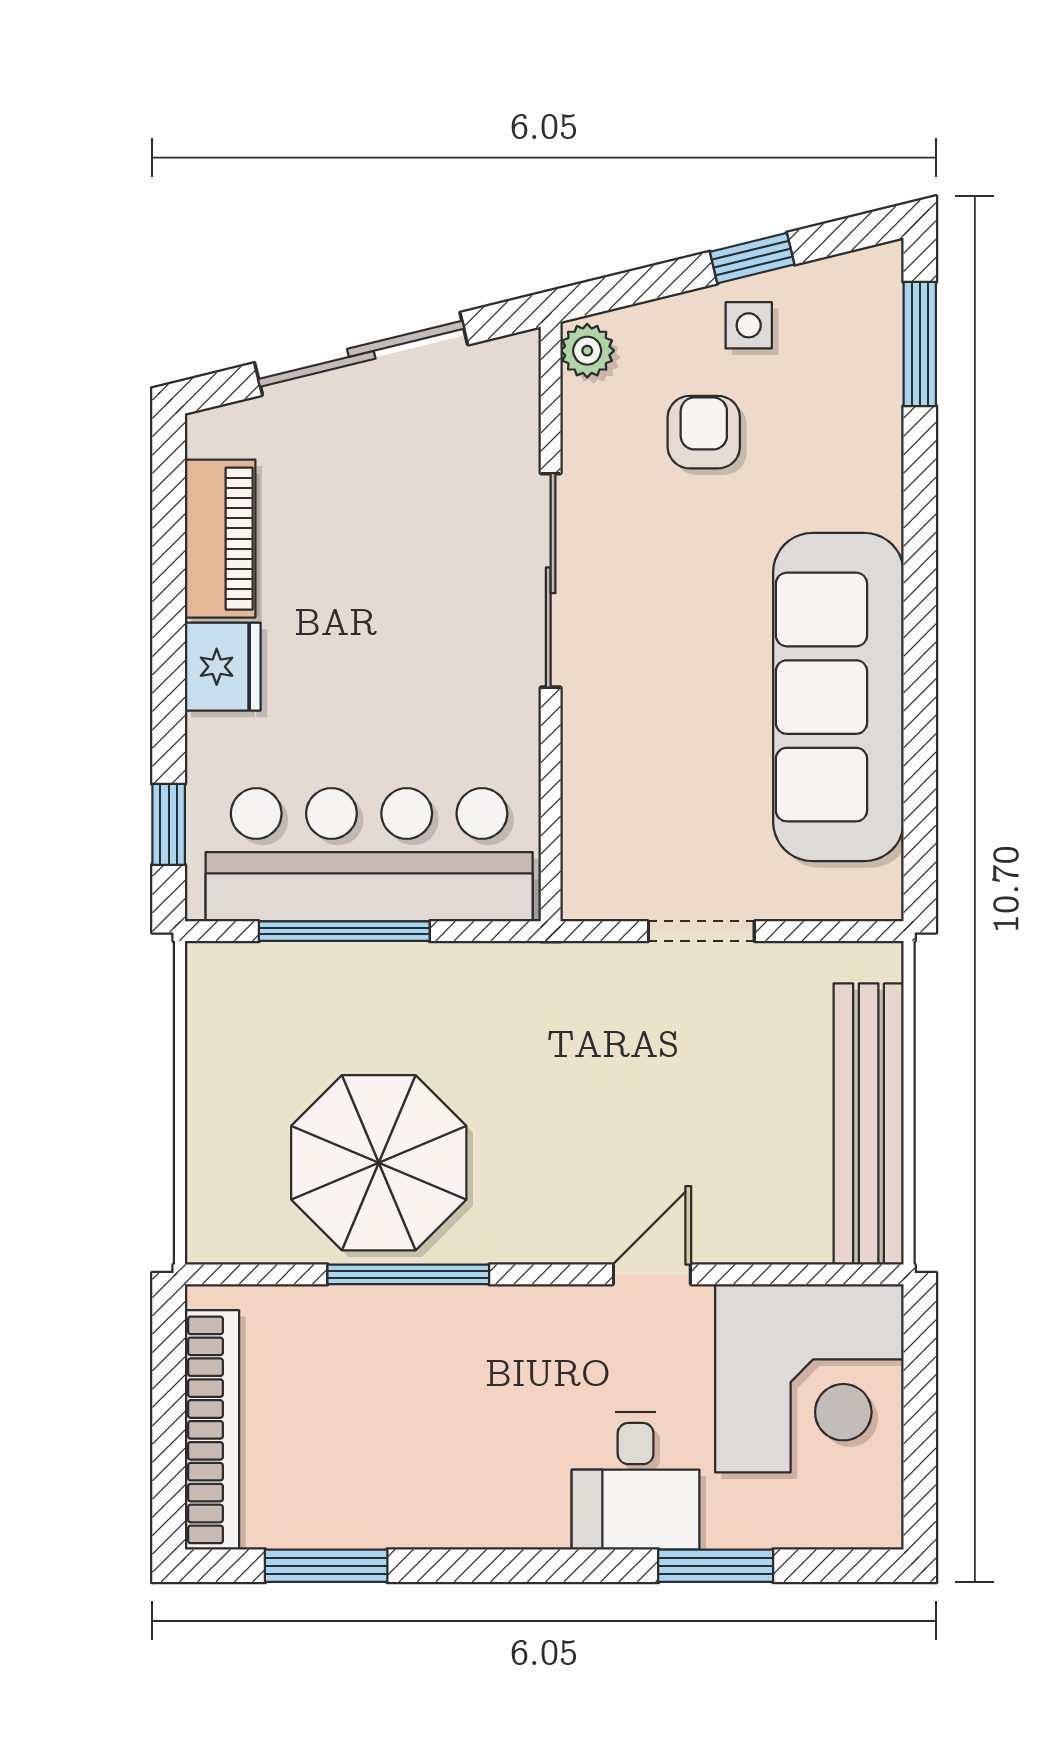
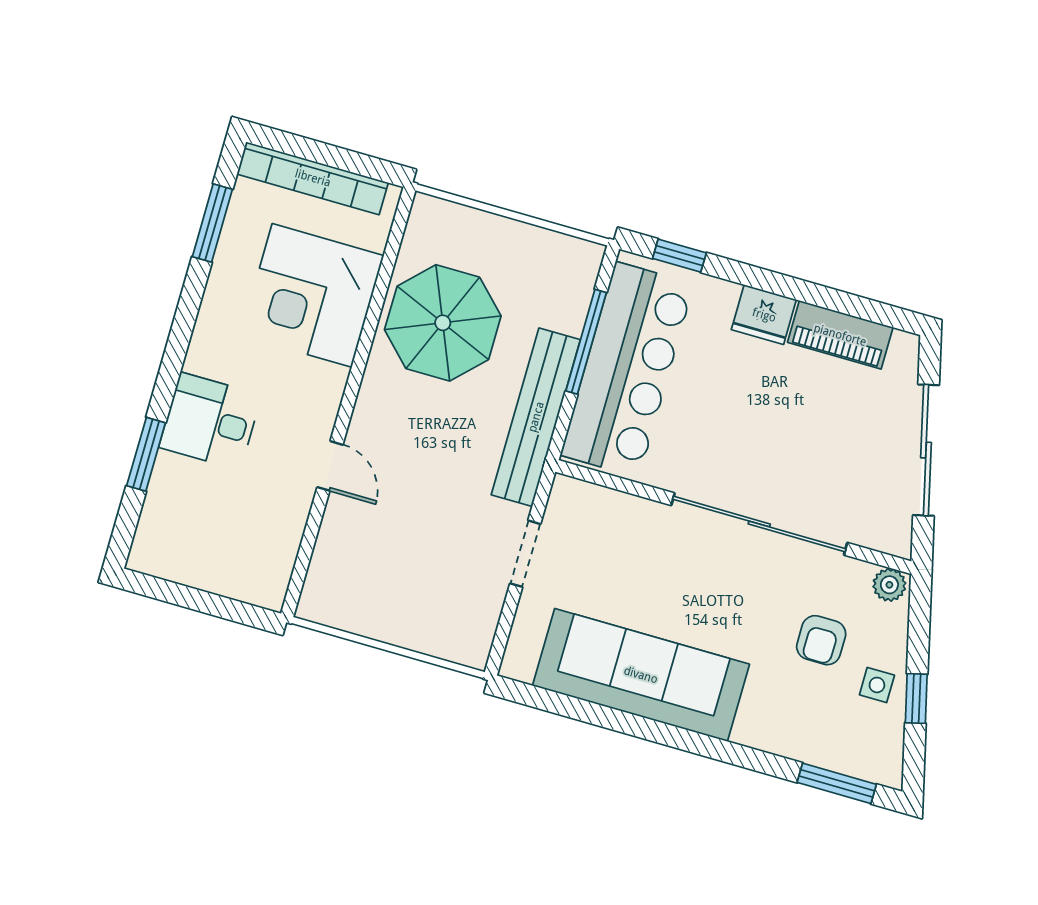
armchair: (704, 432) -> (821, 640), turned 90
sliding door: (551, 580) -> (759, 524), width x1.36
bench: (869, 1124) -> (536, 417), moved, turned 90
window: (408, 1274) -> (371, 321), removed
corner desk: (809, 1378) -> (312, 295), moved

